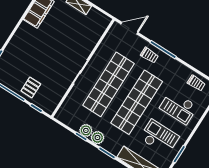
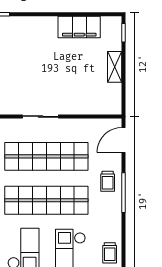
door: (129, 28) -> (123, 140), swing flipped

